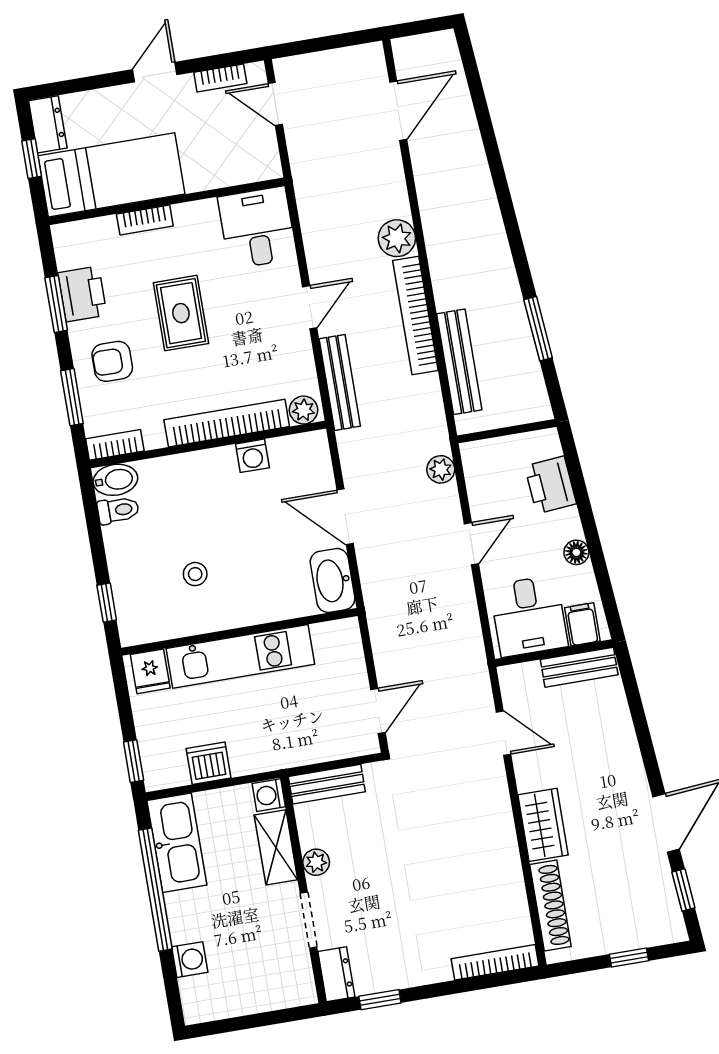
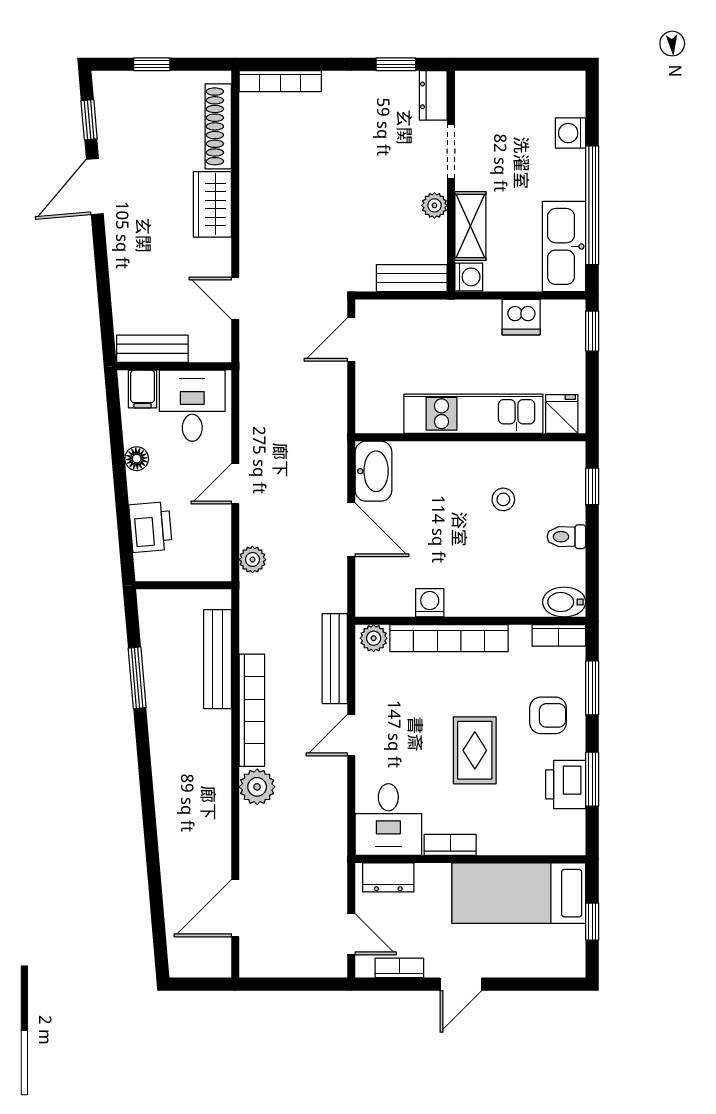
dresser: (48, 124) -> (388, 877), moved, turned -90
bookcase: (145, 220) -> (450, 845), moved
toilet: (118, 510) -> (566, 537), moved

